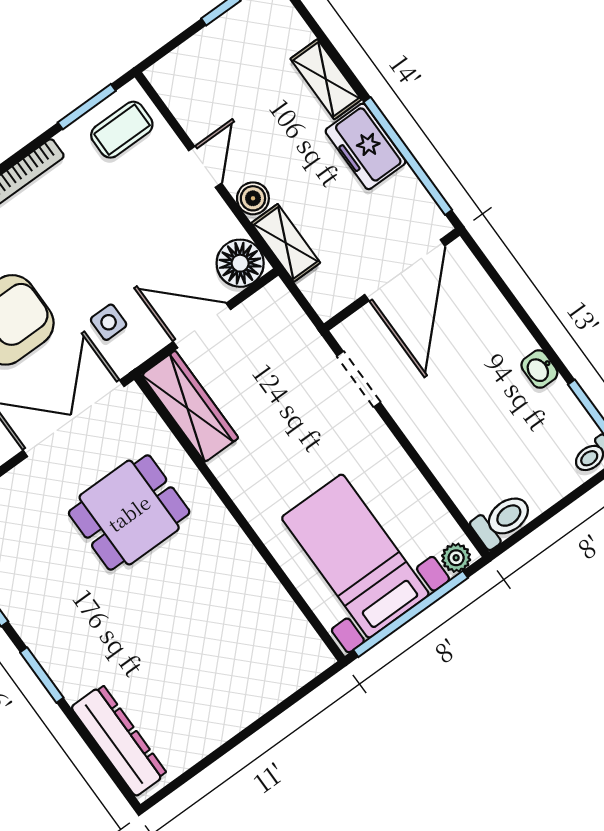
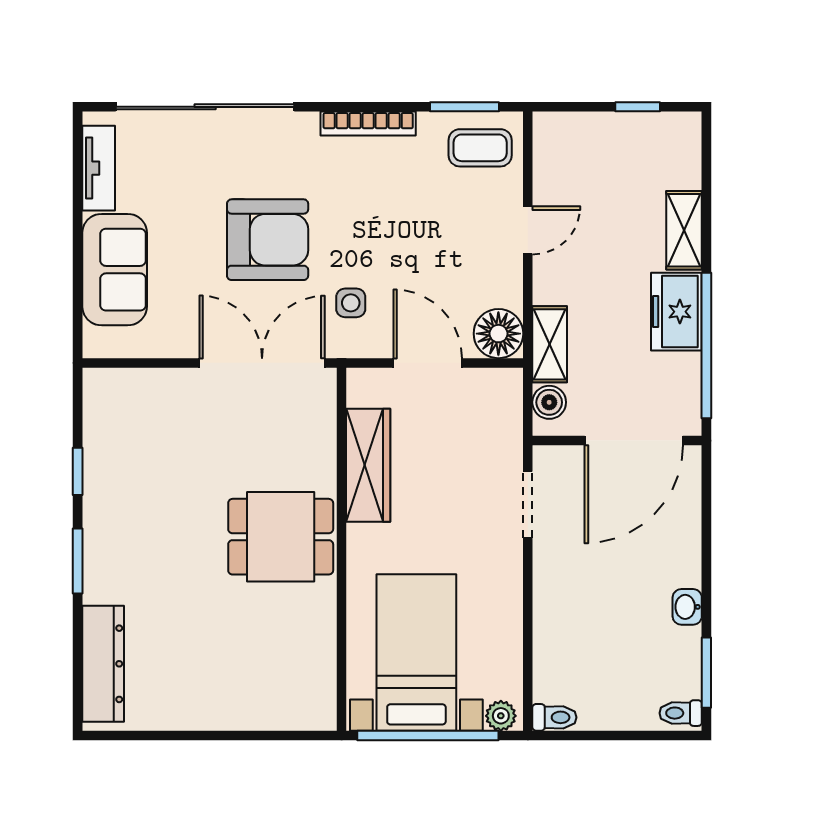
boiler: (253, 198) -> (549, 402), moved
wardrobe: (190, 406) -> (368, 465), moved
dining table: (129, 513) -> (281, 537), moved
toilet: (502, 520) -> (554, 717), width x0.73, depth x0.72

